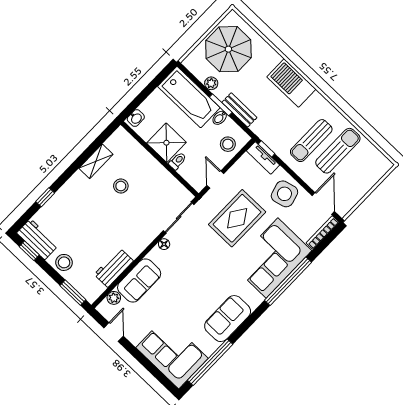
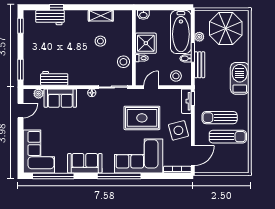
workbench: (38, 239) -> (50, 18), moved, turned 90
stool: (64, 262) -> (123, 62), moved
window: (288, 281) -> (119, 176), moved

